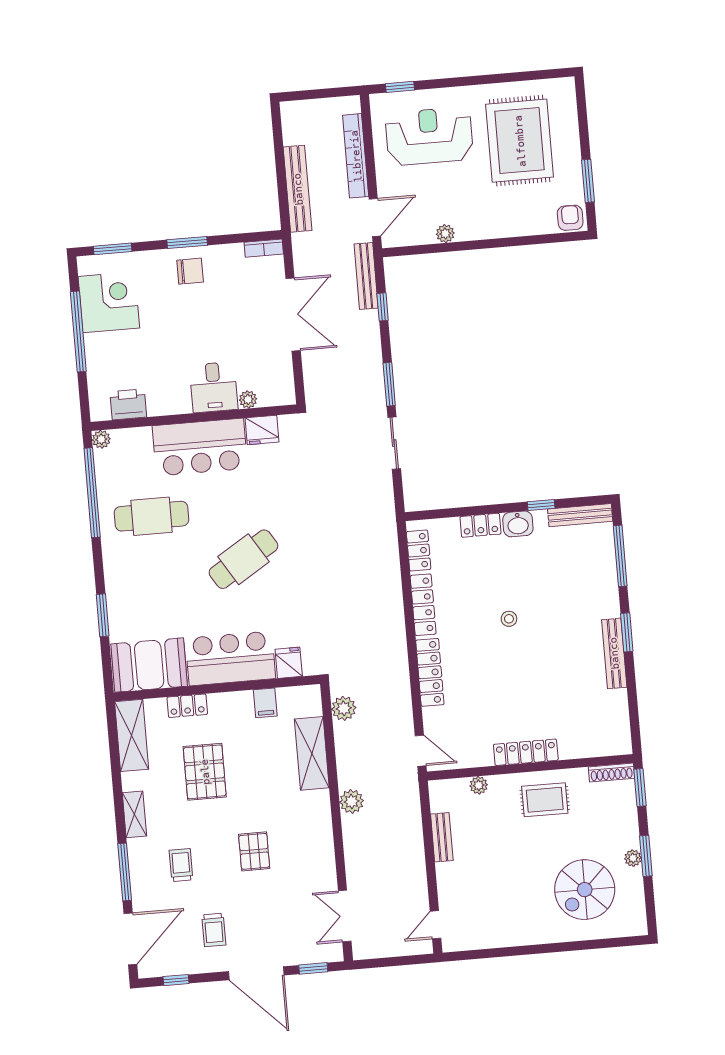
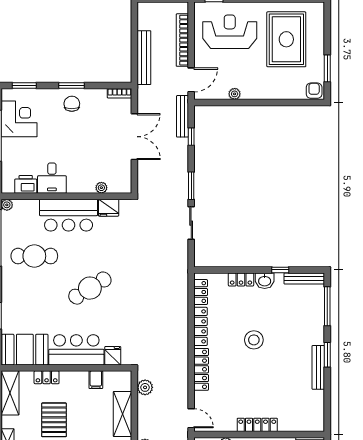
chair: (190, 271) -> (72, 104), turned -90
desk: (214, 387) -> (52, 178), moved
stool: (509, 619) -> (254, 340), width x1.89, depth x1.89

